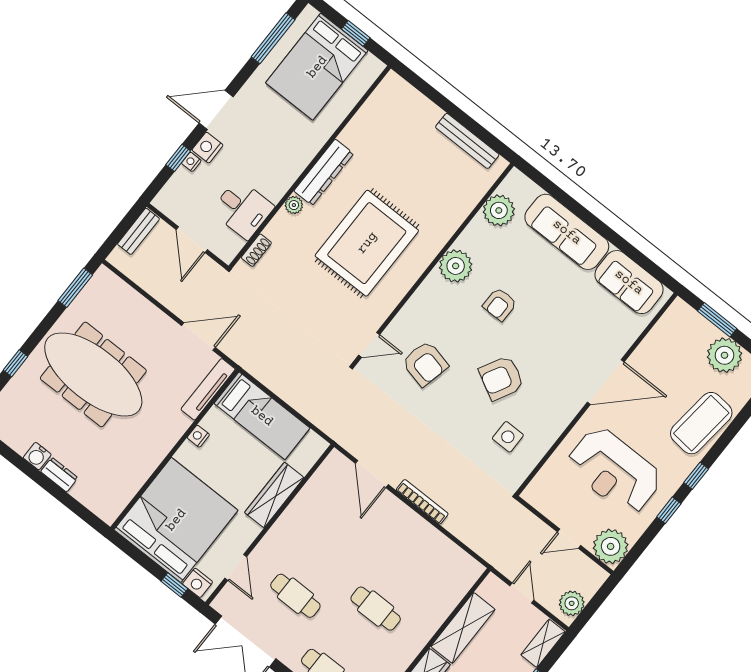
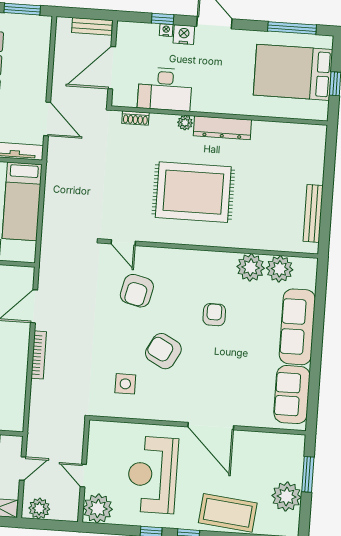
desk: (243, 209) -> (165, 89), width x1.37
door: (192, 240) -> (112, 68), width x1.36
plant: (456, 266) -> (251, 267), moved
armchair: (500, 304) -> (214, 315), turned 90

